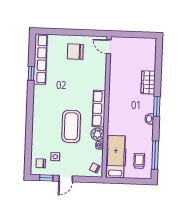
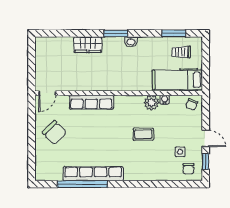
chair: (75, 52) -> (54, 133), turned -44
row of seats: (40, 59) -> (93, 174), moved
window: (31, 73) -> (82, 184), width x3.17
row of seats: (99, 109) -> (91, 102), moved
coffee table: (71, 126) -> (143, 134), width x0.54, depth x0.58
window: (155, 155) -> (174, 33), width x0.69

